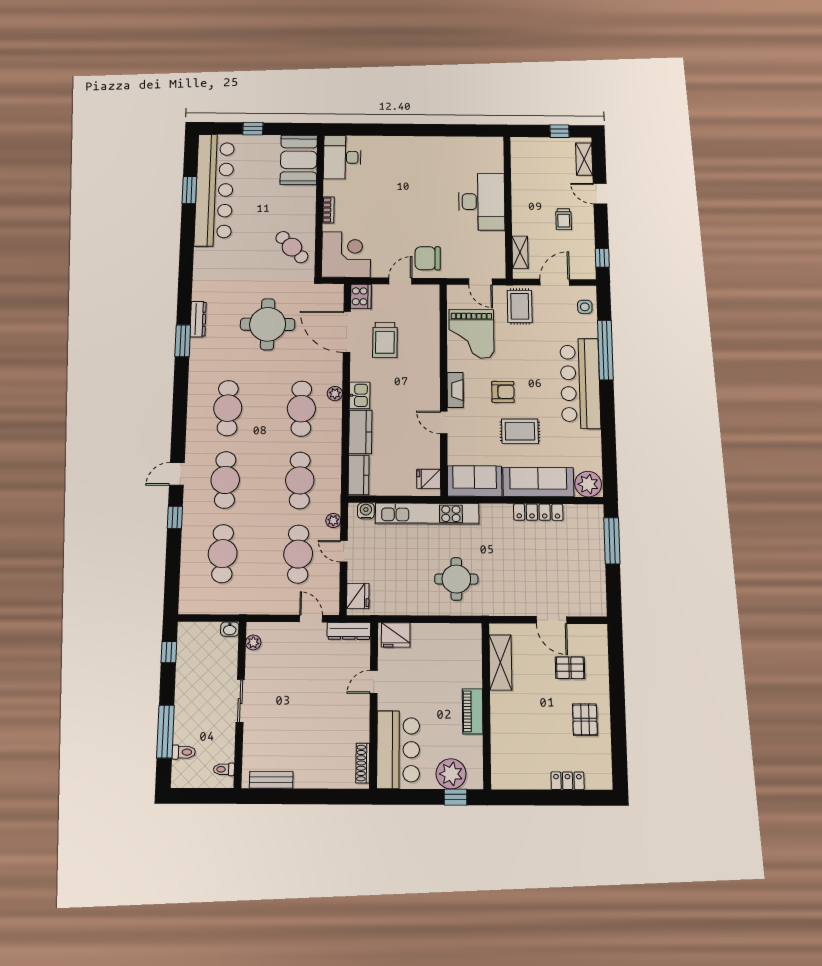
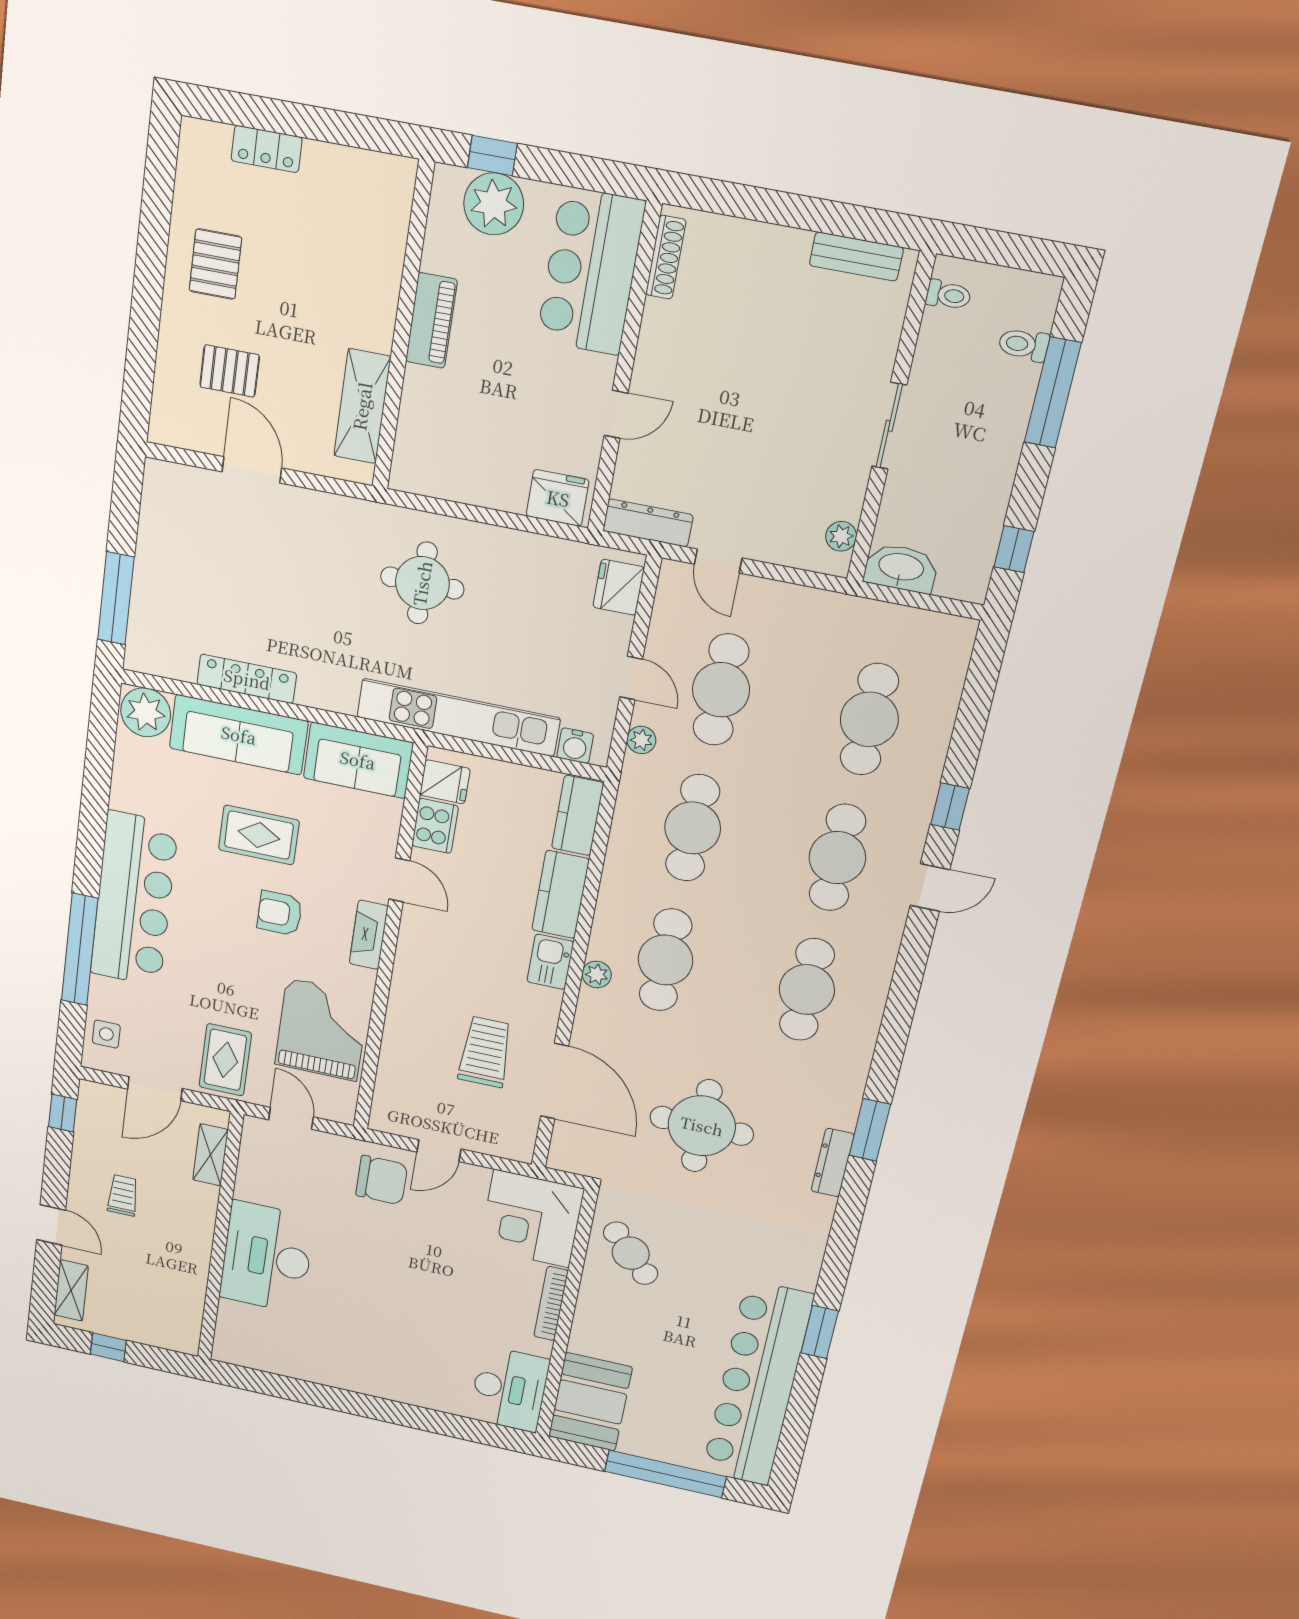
window: (253, 129) -> (665, 1474), width x3.17
window: (189, 190) -> (820, 1332), moved
bookcase: (328, 210) -> (551, 1304), width x1.56
cooker: (361, 296) -> (435, 826), moved, turned 180
washbasin: (230, 629) -> (901, 568), width x1.91, depth x1.45

